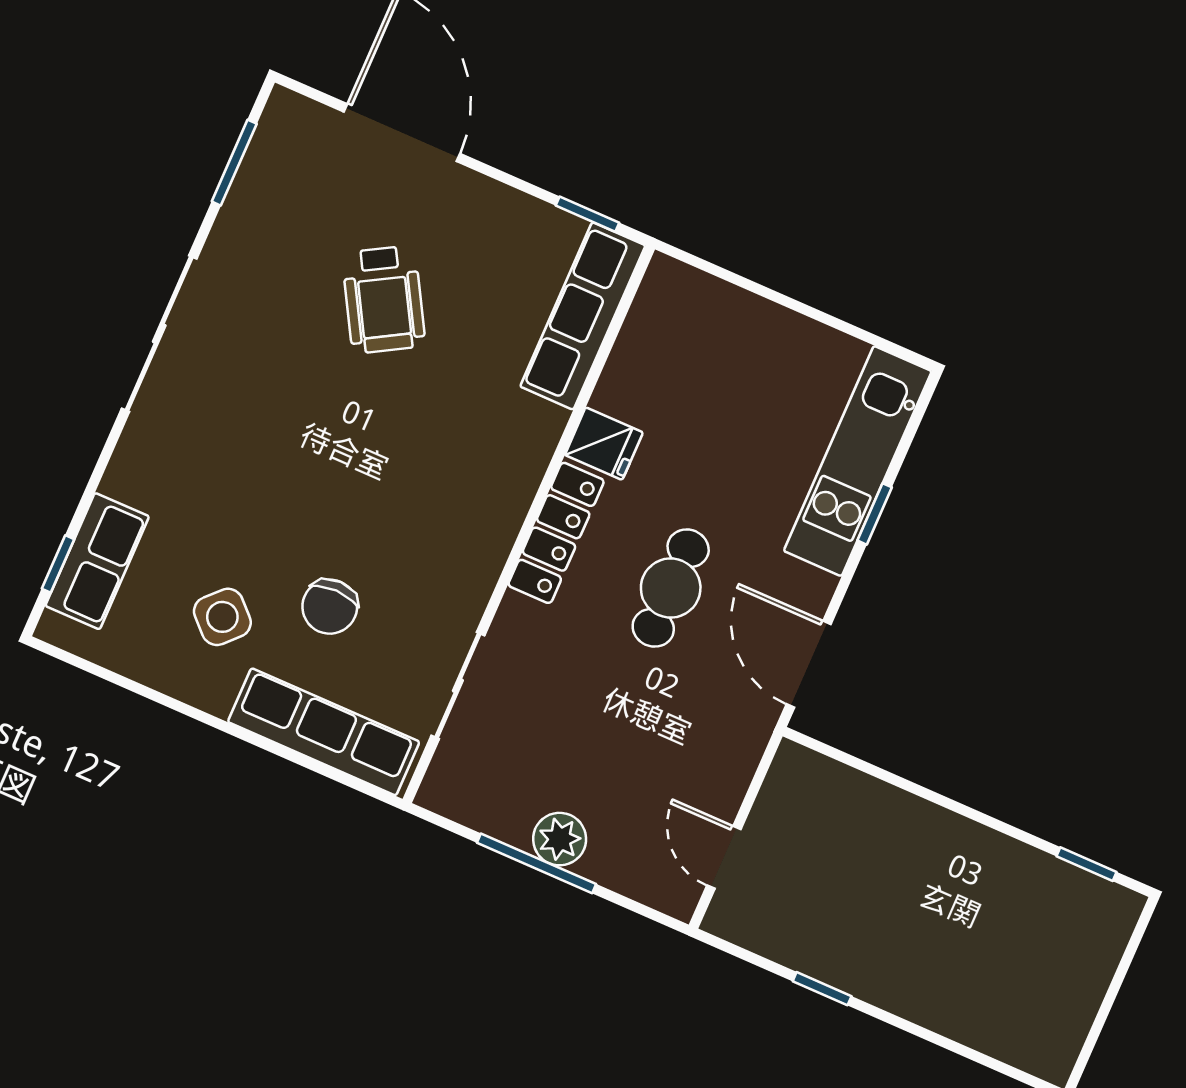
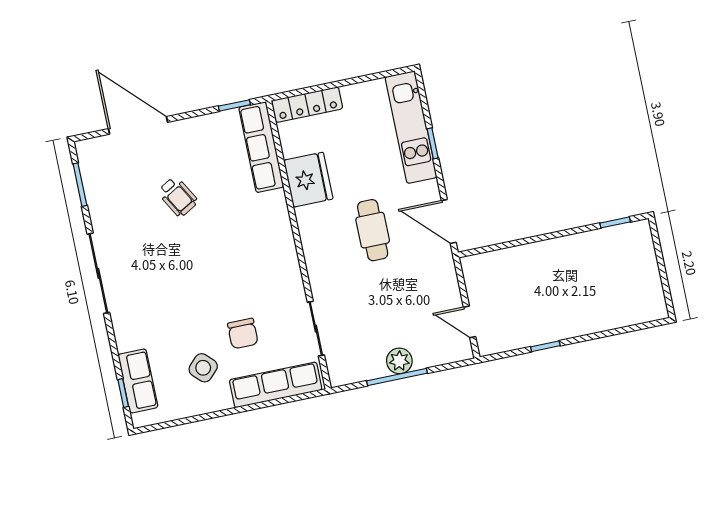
wheelchair: (384, 299) -> (178, 197), width x0.73, depth x0.73
fridge: (604, 444) -> (308, 180), width x1.88, depth x1.34
locker: (556, 533) -> (307, 105), moved, turned 90

